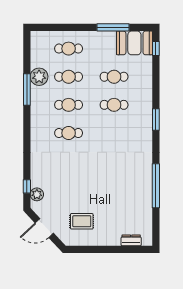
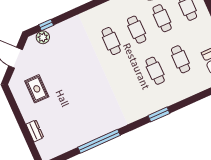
dresser: (131, 240) -> (35, 131), moved

